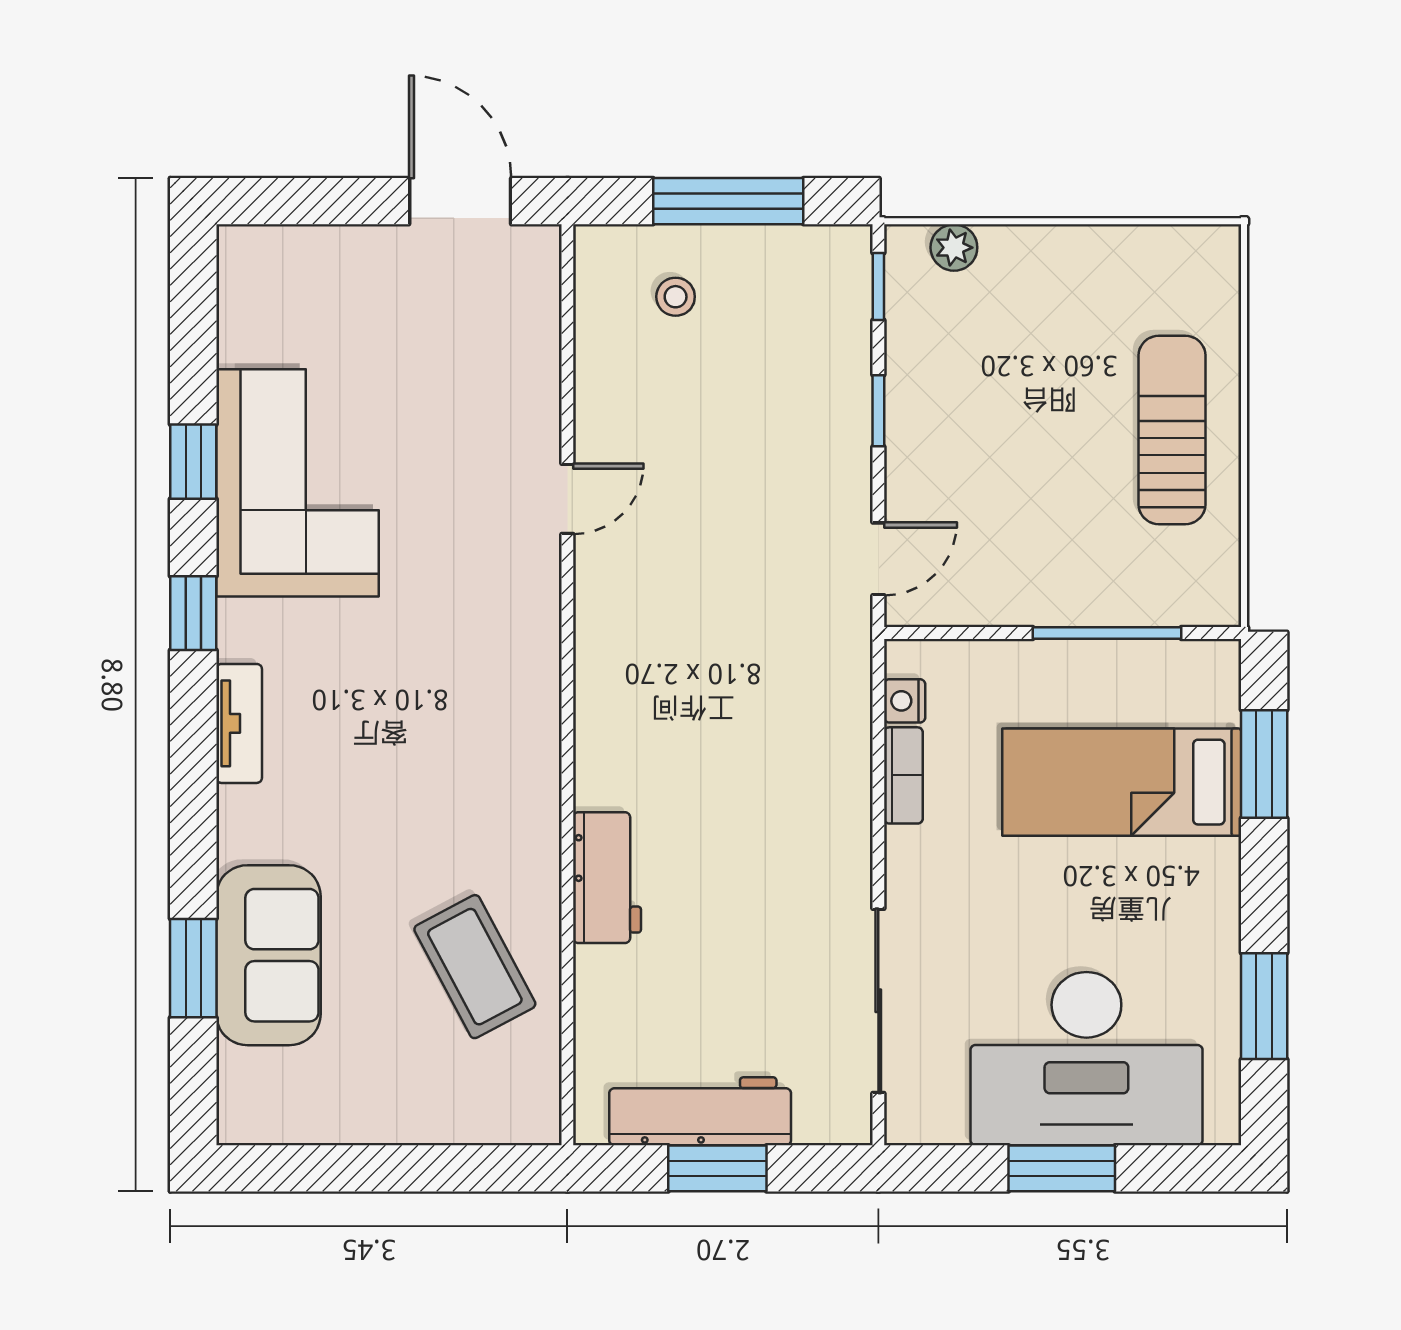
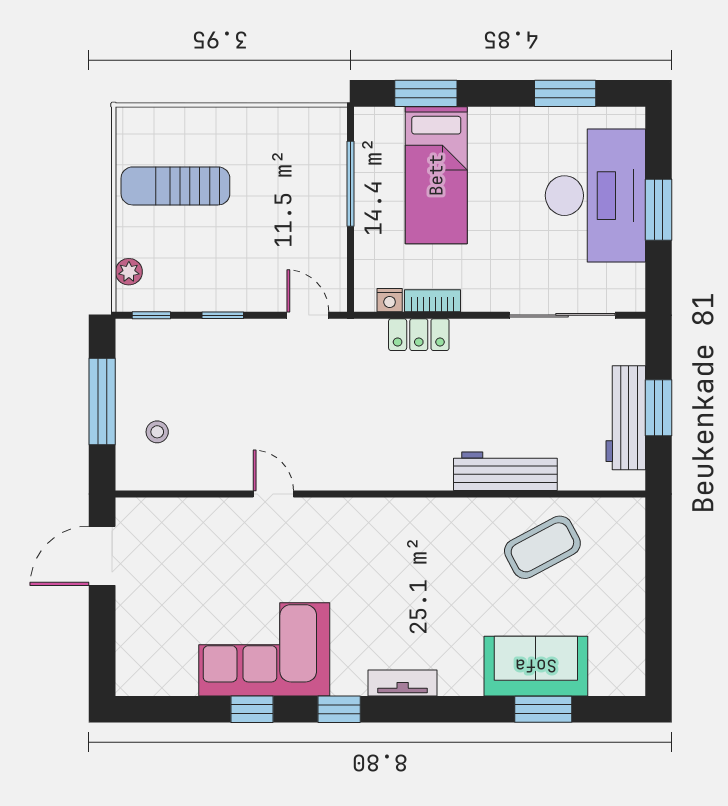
sun lounger: (1172, 430) -> (175, 186), moved
locker: (845, 752) -> (419, 335), added
workbench: (607, 878) -> (505, 471), width x1.38

